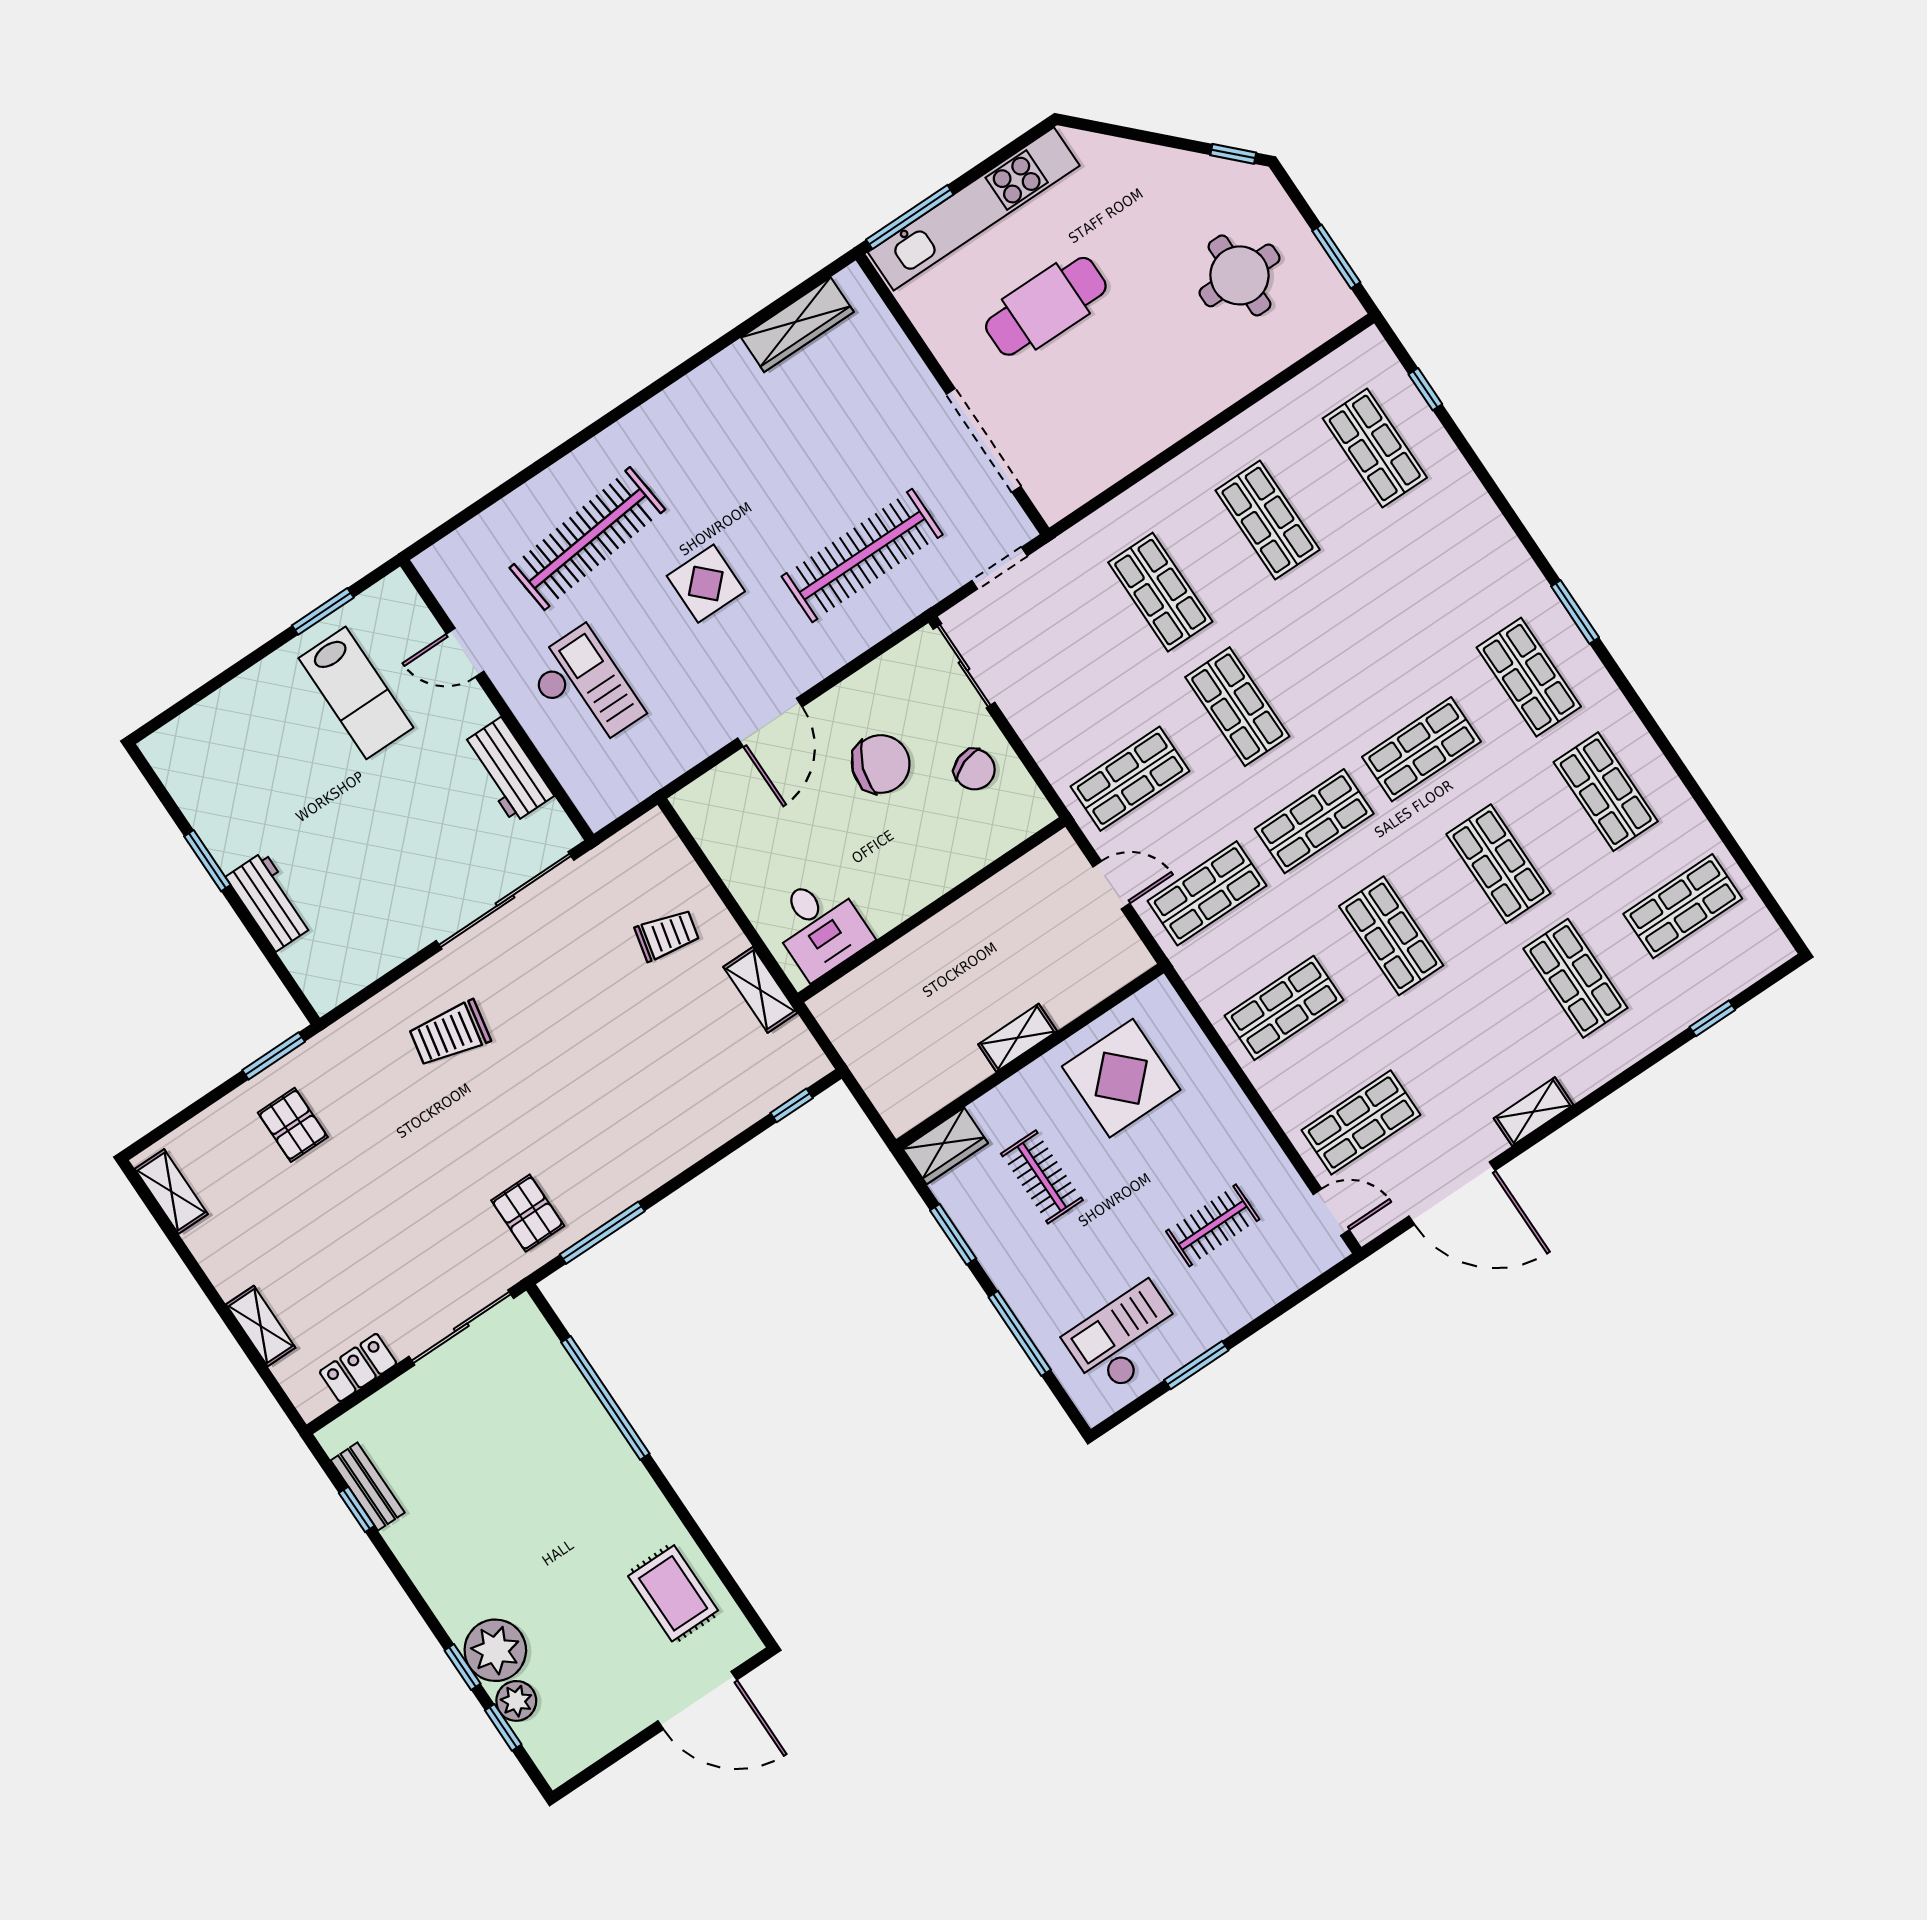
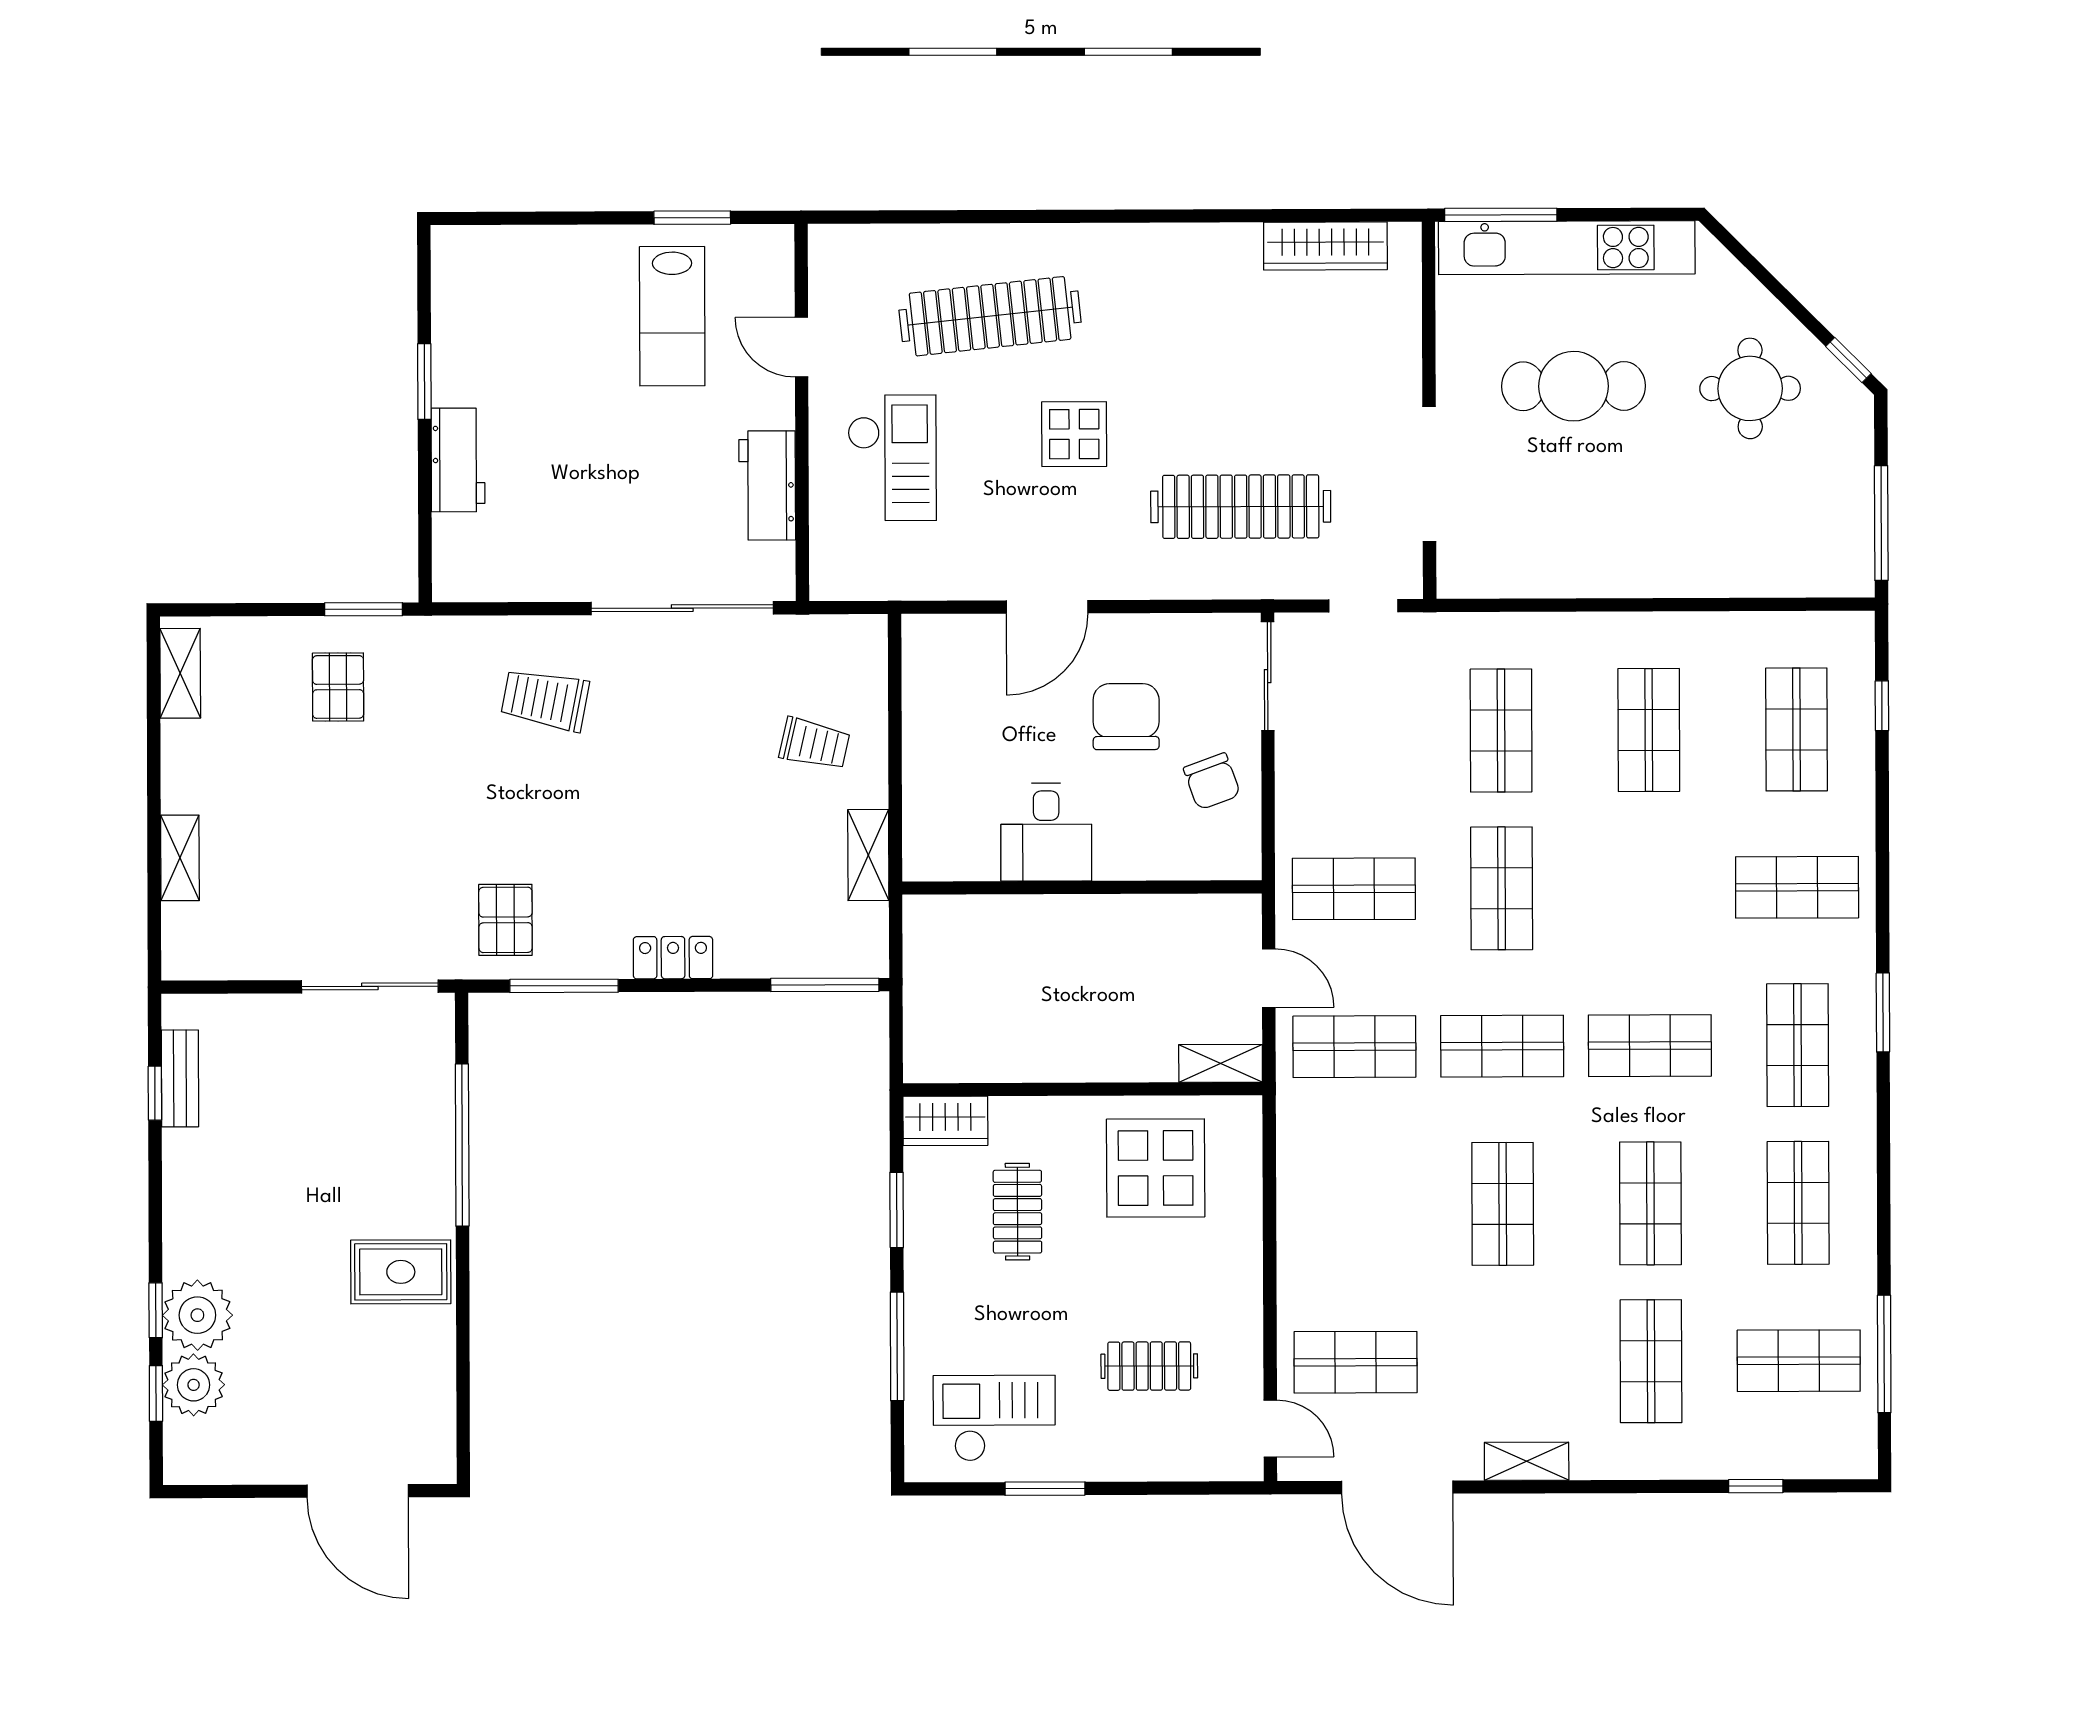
window: (1336, 257) -> (1881, 523), width x1.44
round table: (1239, 275) -> (1750, 388), moved
chair: (881, 764) -> (1126, 717), turned -109
window: (1742, 860) -> (1884, 1354), added
desk: (820, 926) -> (1046, 832), moved
shop shelf: (1284, 1008) -> (1797, 887), moved
shelving: (1018, 1038) -> (1221, 1063), moved
window: (792, 1105) -> (825, 985), width x2.17
locker: (358, 1368) -> (673, 958), moved
rug: (673, 1593) -> (401, 1272), moved, turned 90
plant: (516, 1701) -> (194, 1385), width x1.36, depth x1.36

